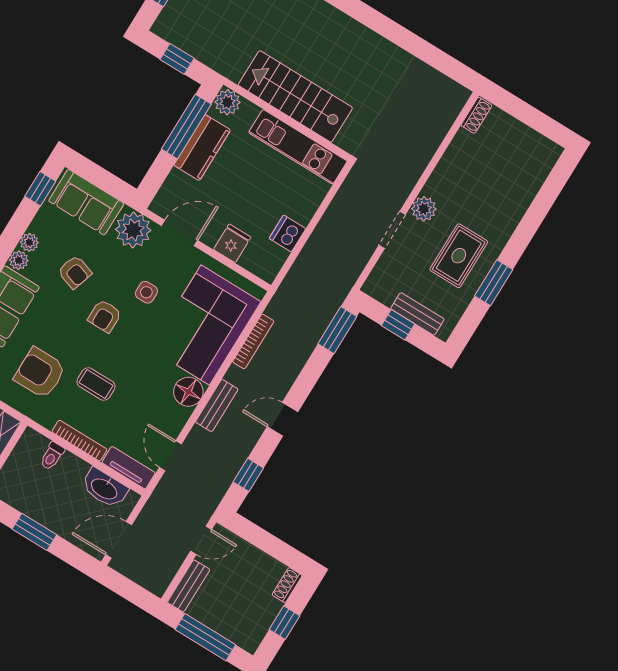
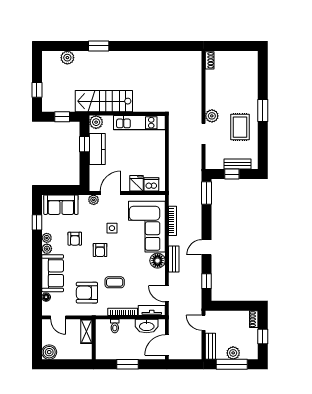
stairs: (295, 96) -> (104, 101), moved
window: (186, 127) -> (85, 144), width x0.46
window: (40, 189) -> (37, 222), moved
plant: (133, 230) -> (94, 200), width x0.53, depth x0.53
dishwasher: (287, 234) -> (151, 184), moved, turned 90
armchair: (75, 272) -> (75, 239), turned 72
window: (494, 283) -> (263, 110), moved
door: (201, 540) -> (204, 323), swing flipped
plant: (219, 620) -> (233, 353), added

